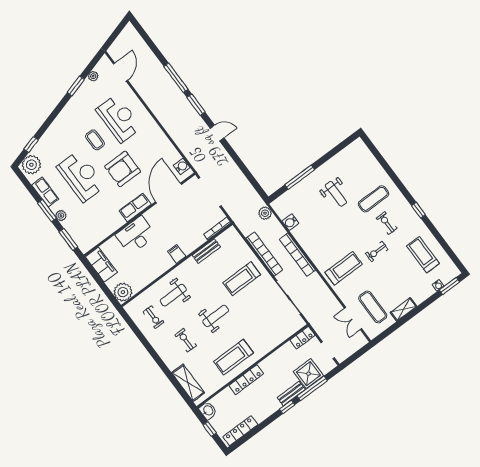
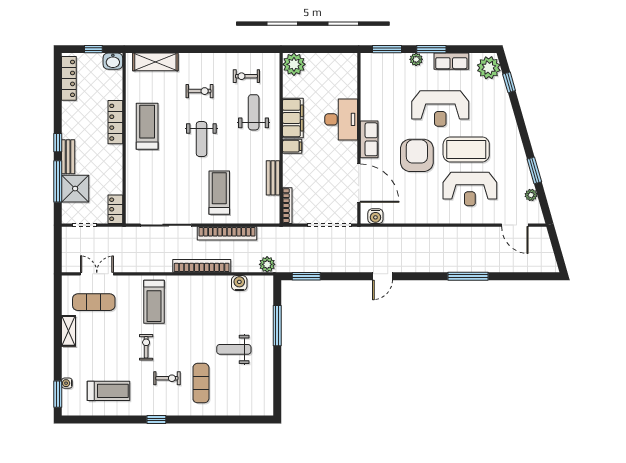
window: (196, 105) -> (306, 276), moved
coffee table: (95, 140) -> (466, 149), width x1.86, depth x1.72
filing cabinet: (101, 265) -> (293, 118), moved, turned -90

